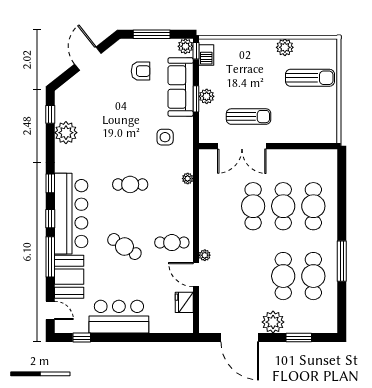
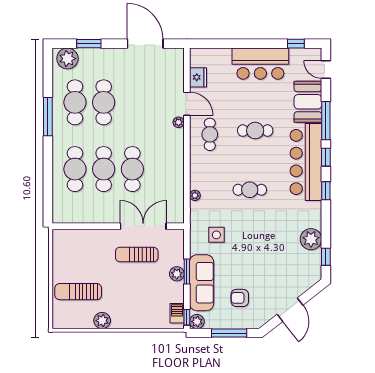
cafe table: (172, 243) -> (210, 134), turned 90
cafe table: (124, 247) -> (255, 131), turned -33
plant: (273, 322) -> (67, 59), moved

